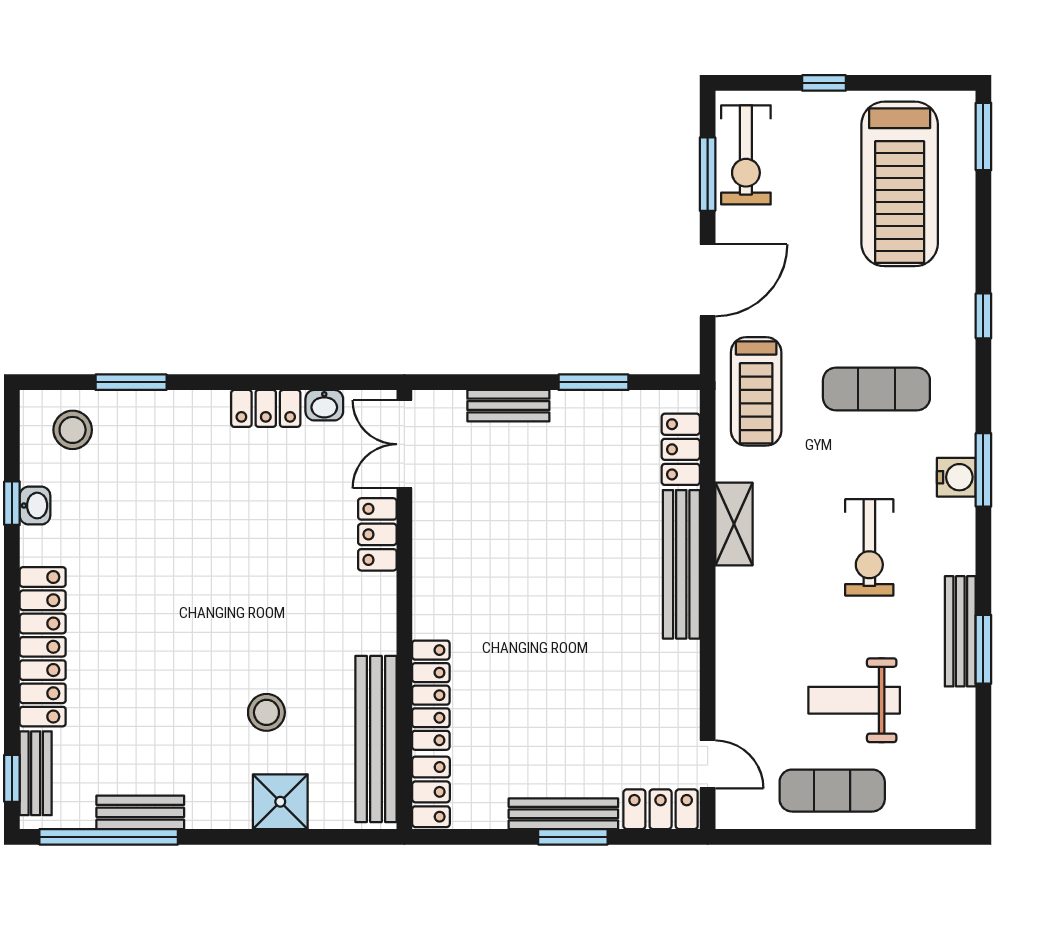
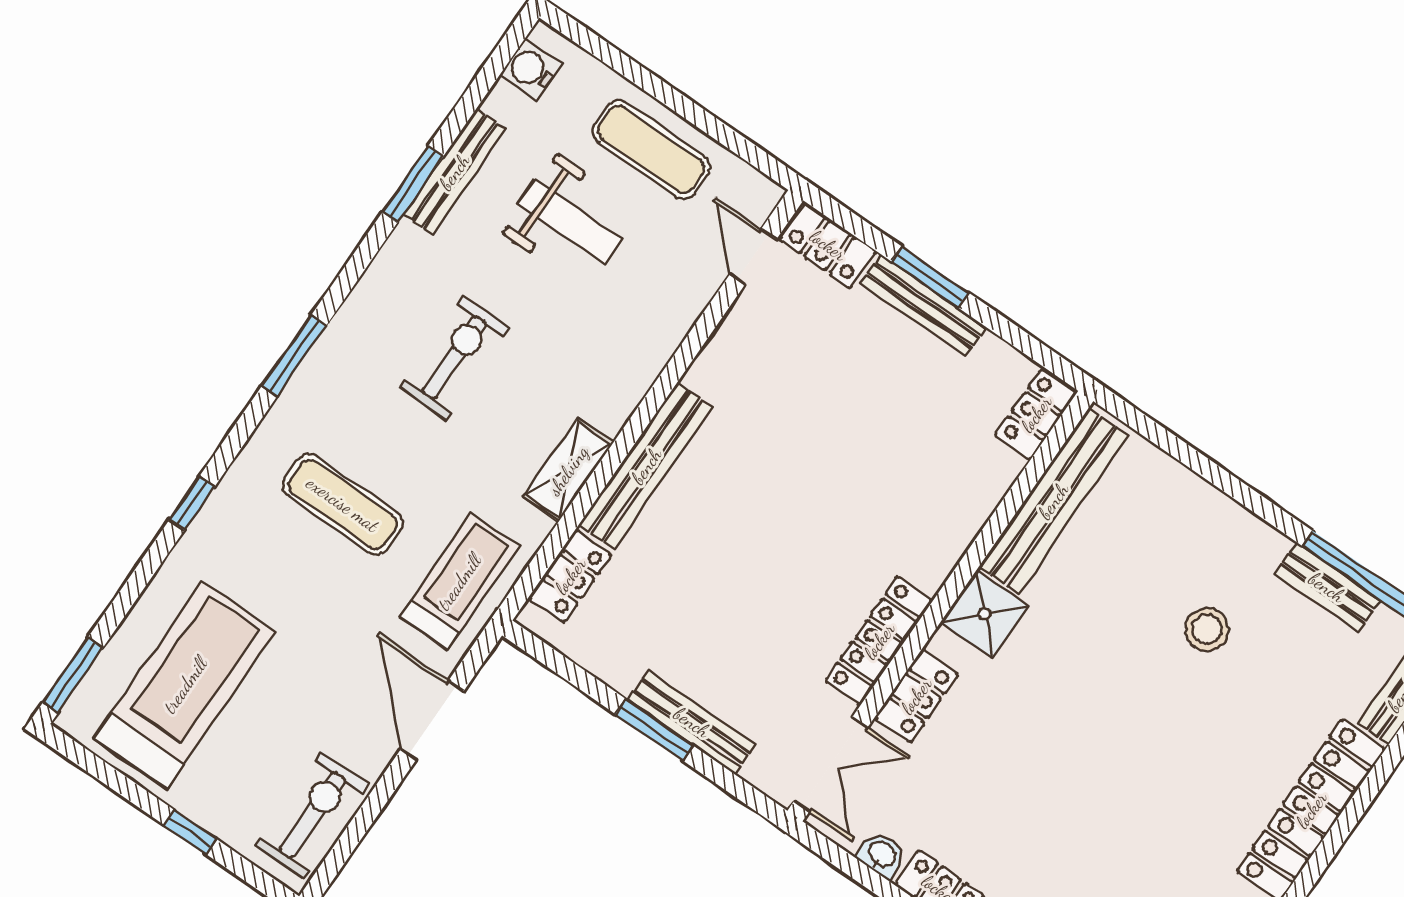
window: (708, 174) -> (362, 822), removed
door: (708, 280) -> (432, 720), hinge flipped
window: (594, 382) -> (654, 730), moved
bench: (508, 406) -> (692, 722), width x1.36
water cooler: (956, 477) -> (531, 69), moved
bench: (960, 631) -> (454, 172), moved
locker: (431, 695) -> (879, 641), moved
stool: (266, 712) -> (1207, 629), moved
shower: (280, 802) -> (985, 614), moved

